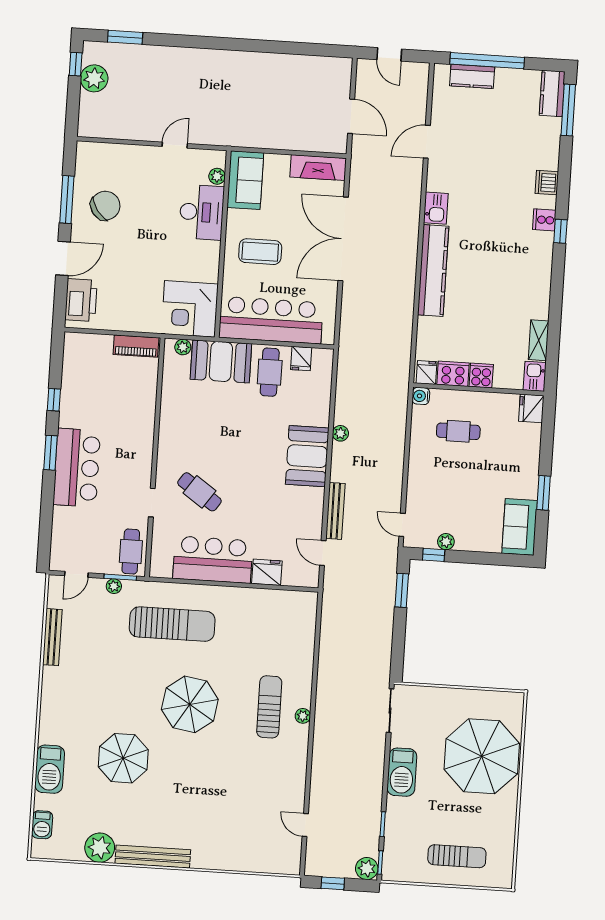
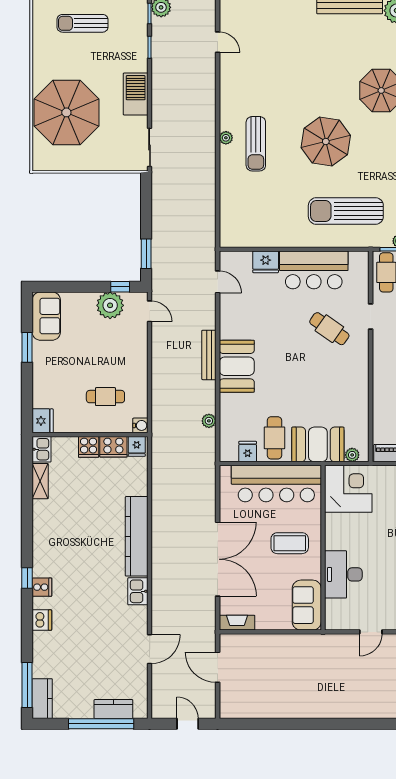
fireplace: (318, 168) -> (237, 623), width x0.73, depth x0.76
plant: (217, 176) -> (332, 607), removed
plant: (340, 433) -> (209, 421), moved
bench: (335, 511) -> (209, 355), moved
plant: (446, 542) -> (110, 305), width x1.87, depth x1.87

